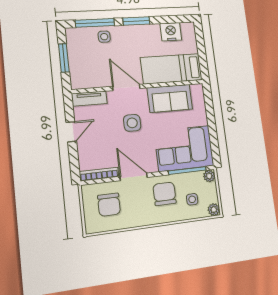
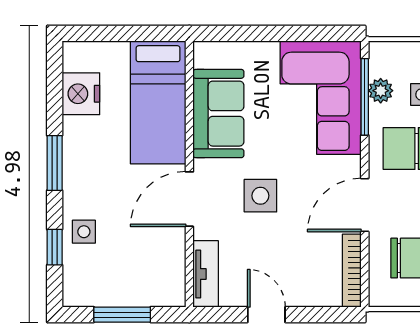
window: (95, 23) -> (55, 247), width x0.46
plant: (209, 176) -> (381, 91), moved

